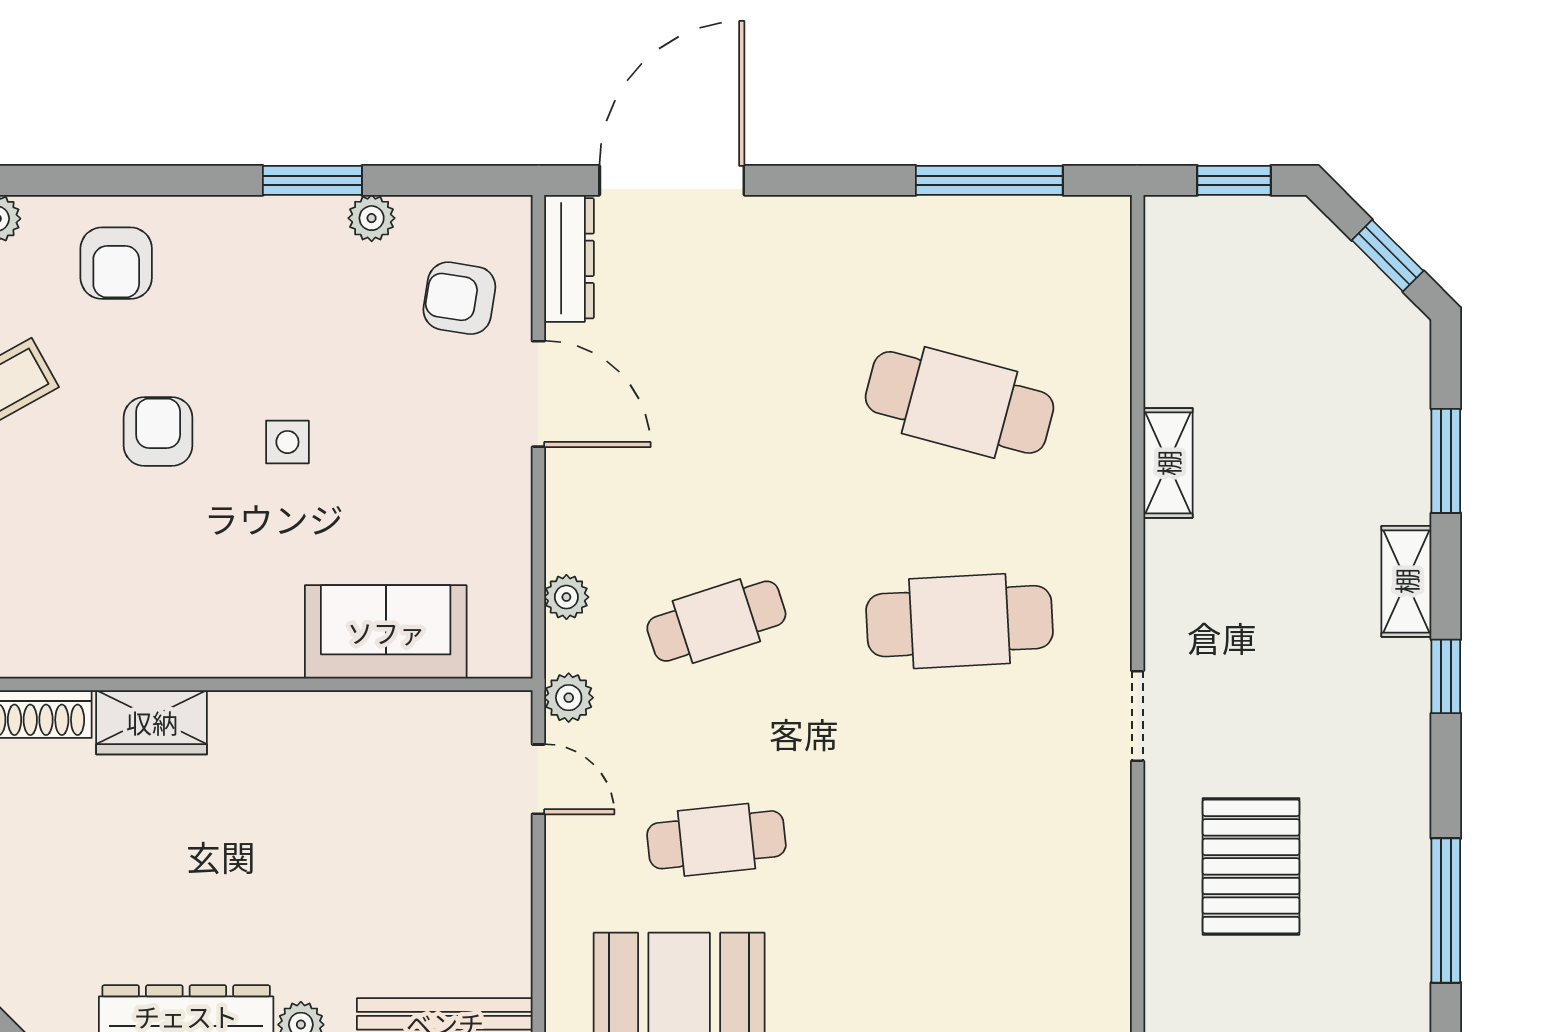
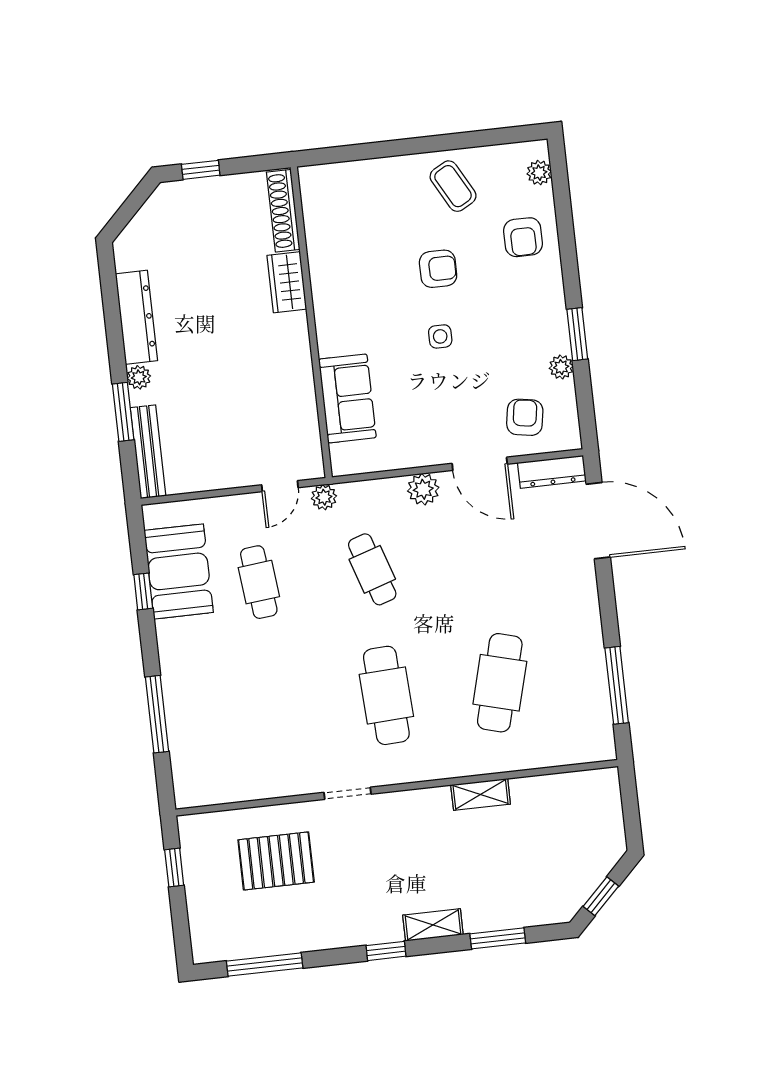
window: (1234, 180) -> (631, 812), removed
armchair: (116, 263) -> (523, 237), turned -90
door: (538, 394) -> (480, 464), hinge flipped
plant: (566, 597) -> (423, 489), moved, width x1.38, depth x1.38

